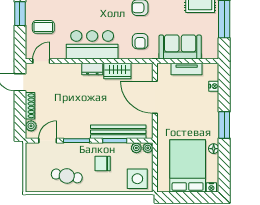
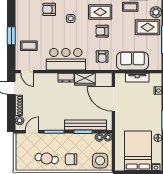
door: (41, 61) -> (27, 72), swing flipped
chair: (103, 164) -> (71, 159), moved

